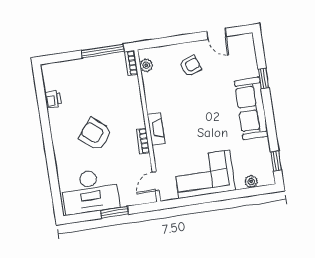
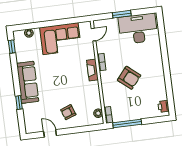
printer: (53, 99) -> (164, 106), moved
armchair: (95, 134) -> (129, 78), moved

